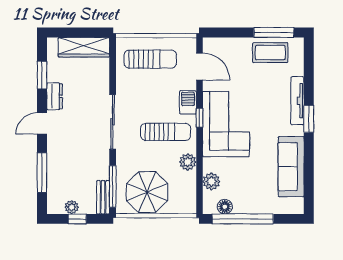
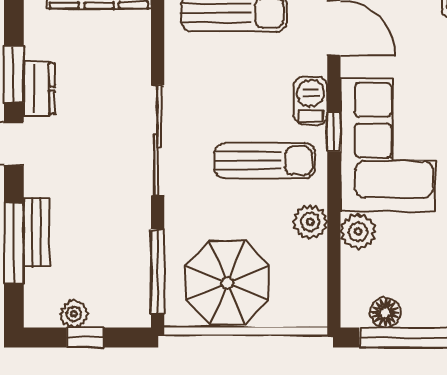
window: (42, 75) -> (14, 74), moved
plant: (211, 181) -> (358, 232), moved
bench: (103, 197) -> (37, 232), moved

